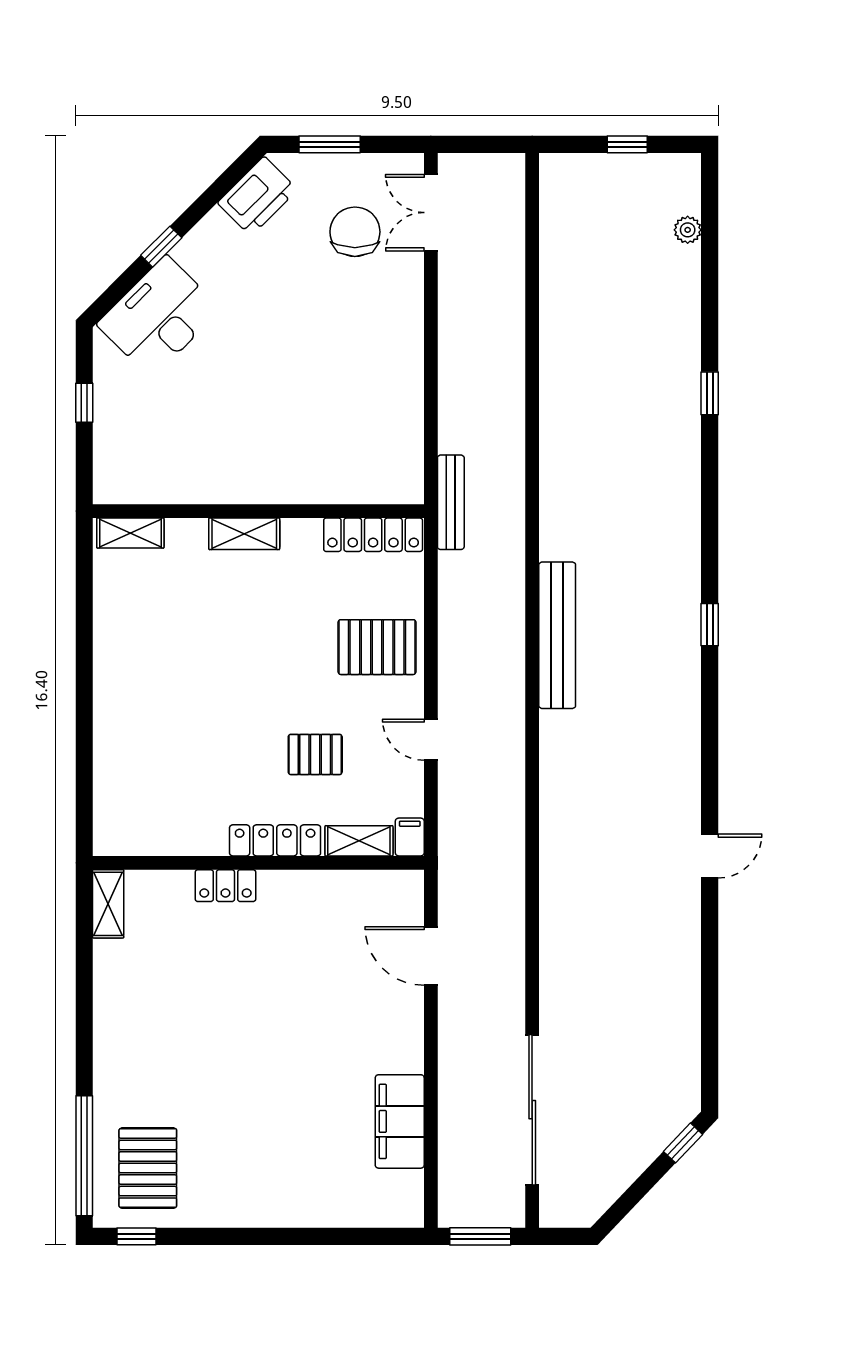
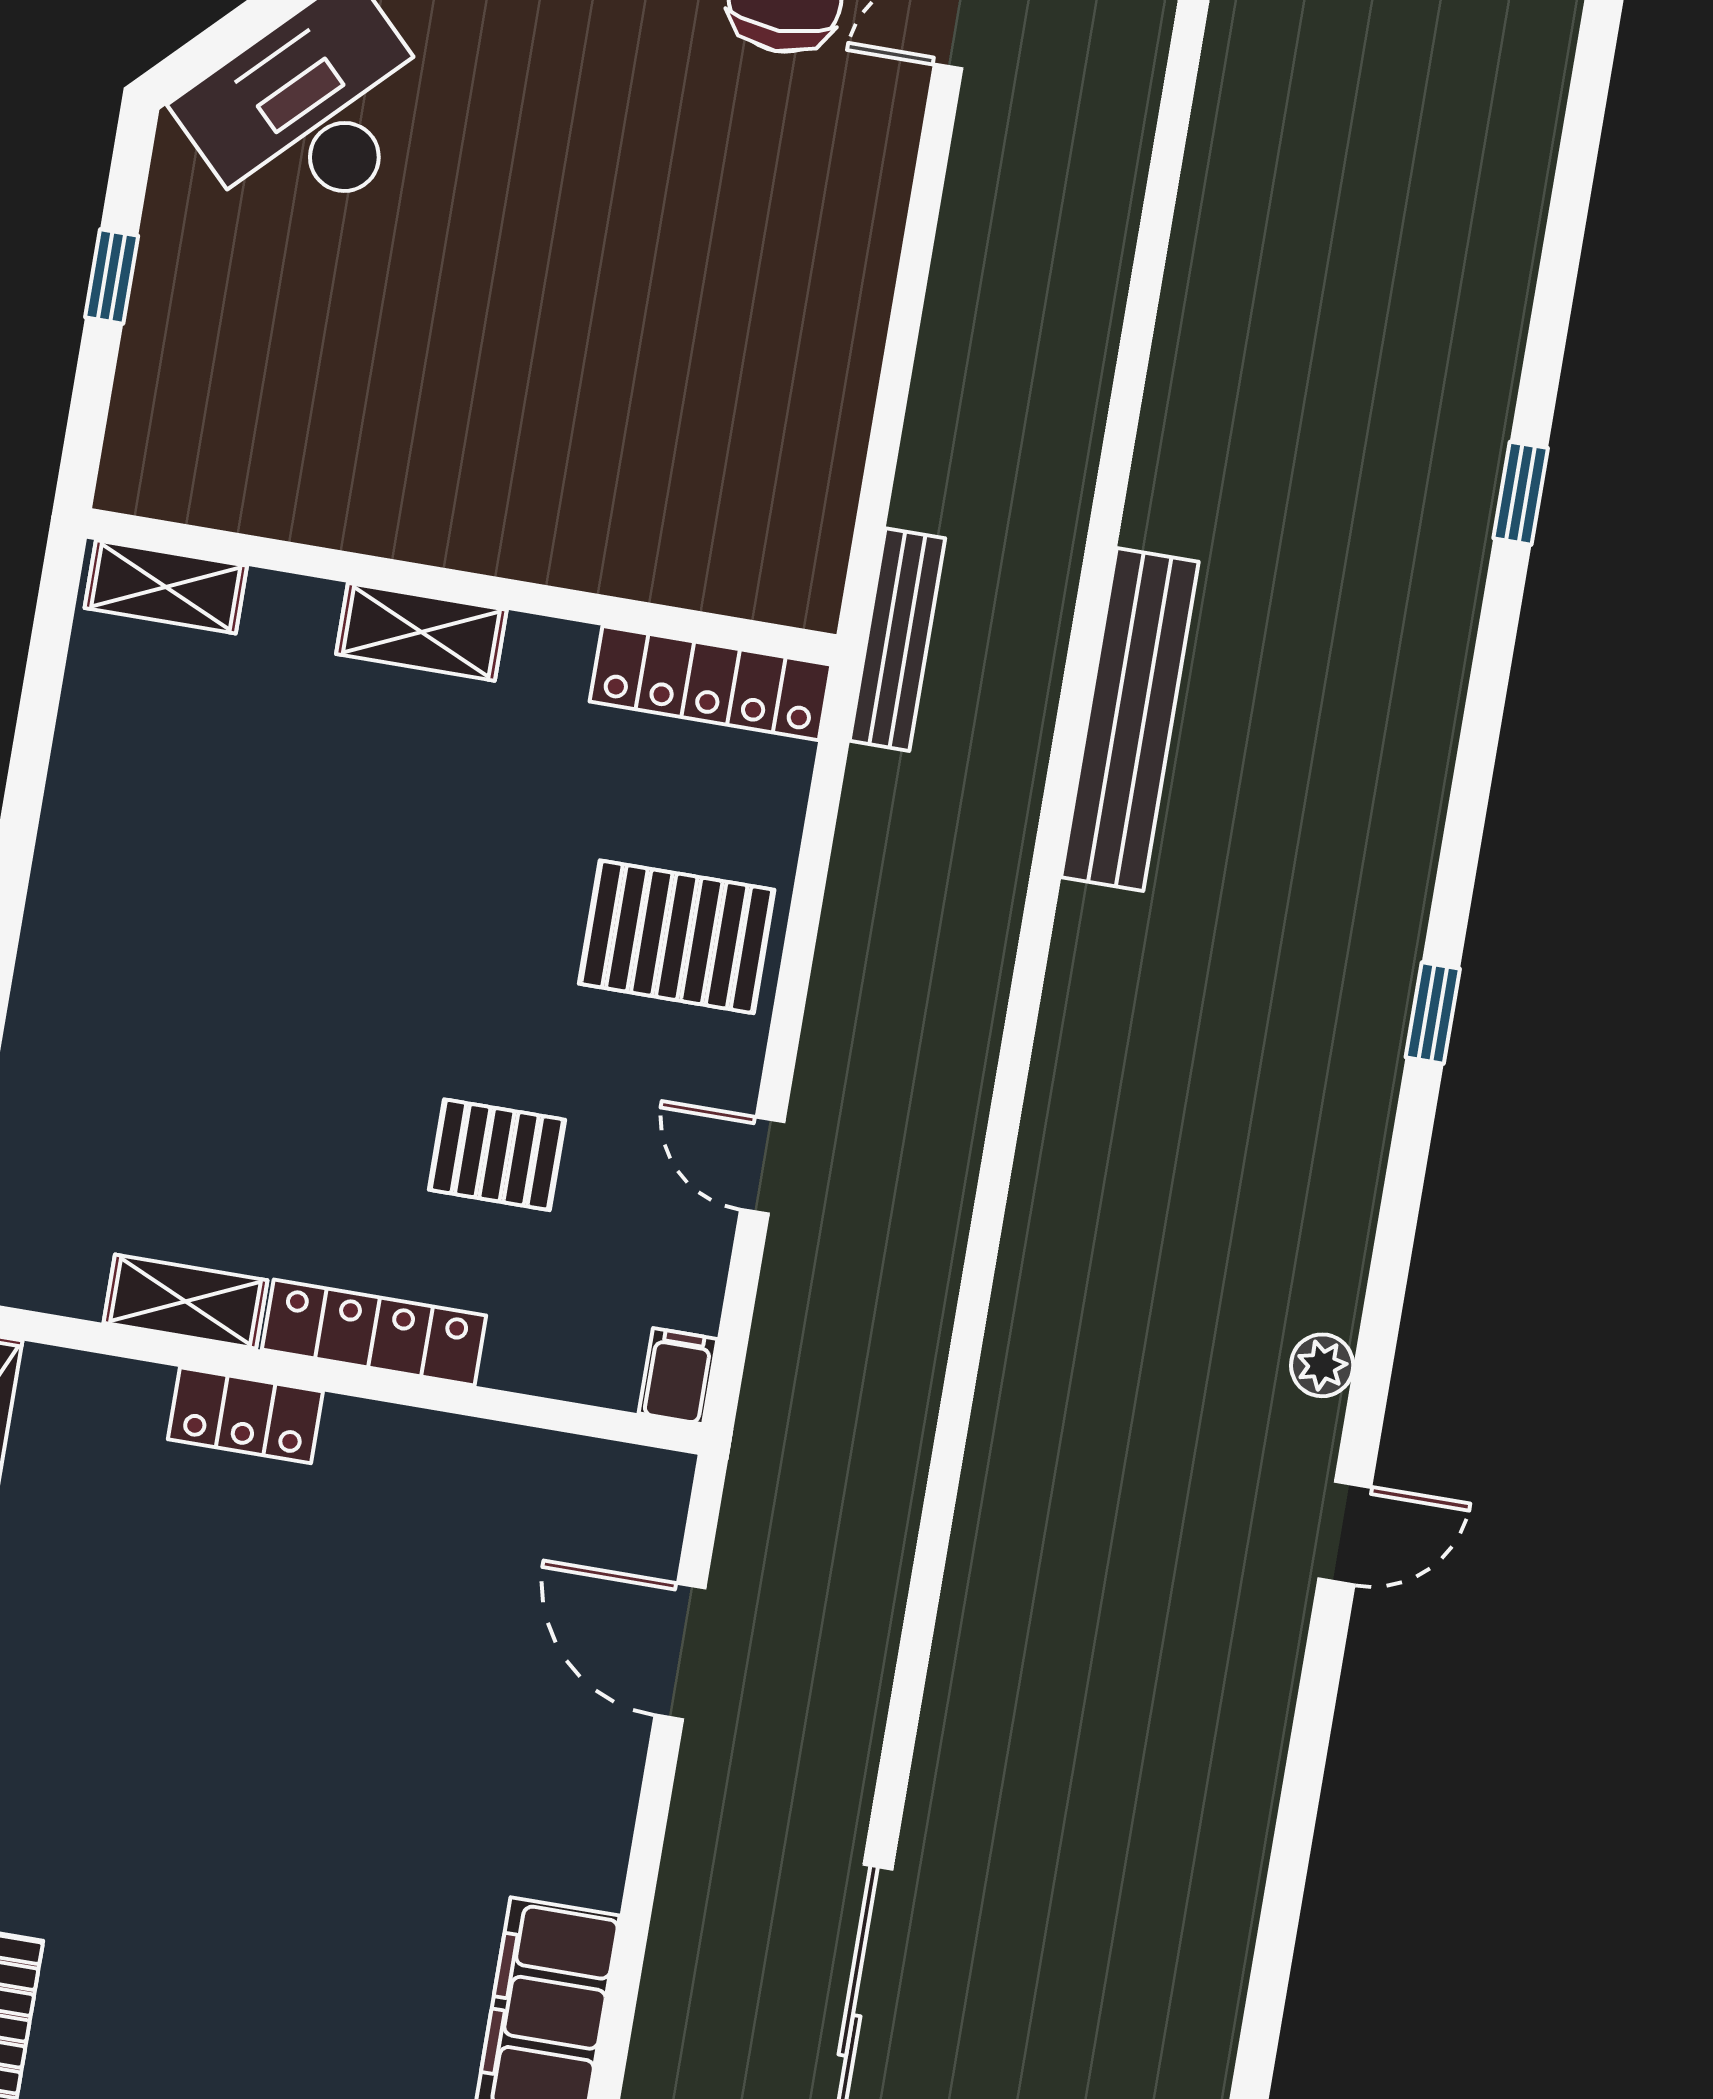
plant: (688, 230) -> (1322, 1365), moved
bench: (557, 635) -> (1130, 719), moved
shelving: (359, 841) -> (186, 1302), moved

